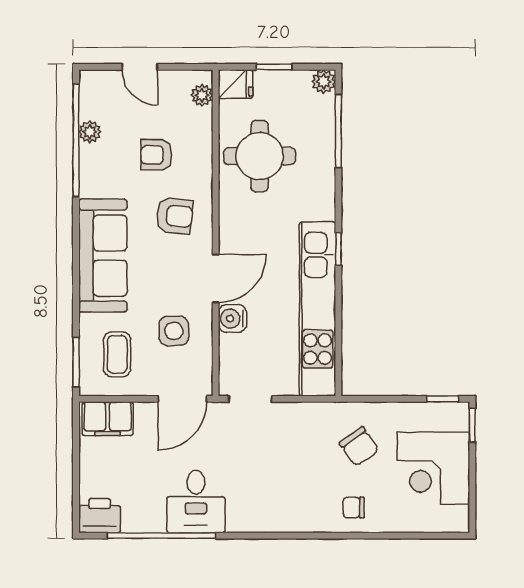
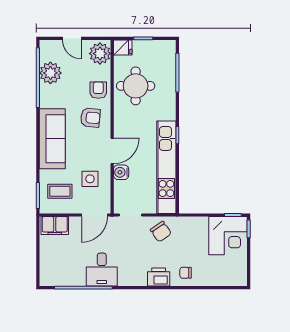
plant: (324, 82) -> (170, 46), removed
plant: (202, 95) -> (100, 54), width x1.87, depth x1.87
plant: (90, 132) -> (50, 73), width x1.88, depth x1.88
armchair: (156, 155) -> (98, 90), moved, turned 90
coffee table: (117, 354) -> (60, 191), turned 90
chair: (359, 447) -> (161, 232), moved
corner desk: (433, 468) -> (228, 236), moved, turned -90
printer: (100, 516) -> (159, 277), moved

